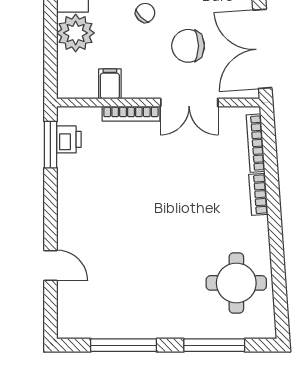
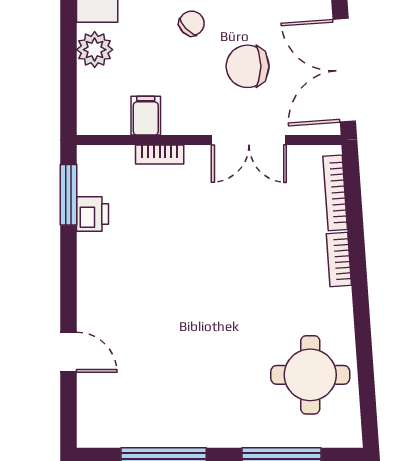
plant: (76, 33) -> (95, 50), width x0.73, depth x0.73
bookcase: (131, 114) -> (160, 154), width x0.64
printer: (69, 139) -> (92, 214), moved

